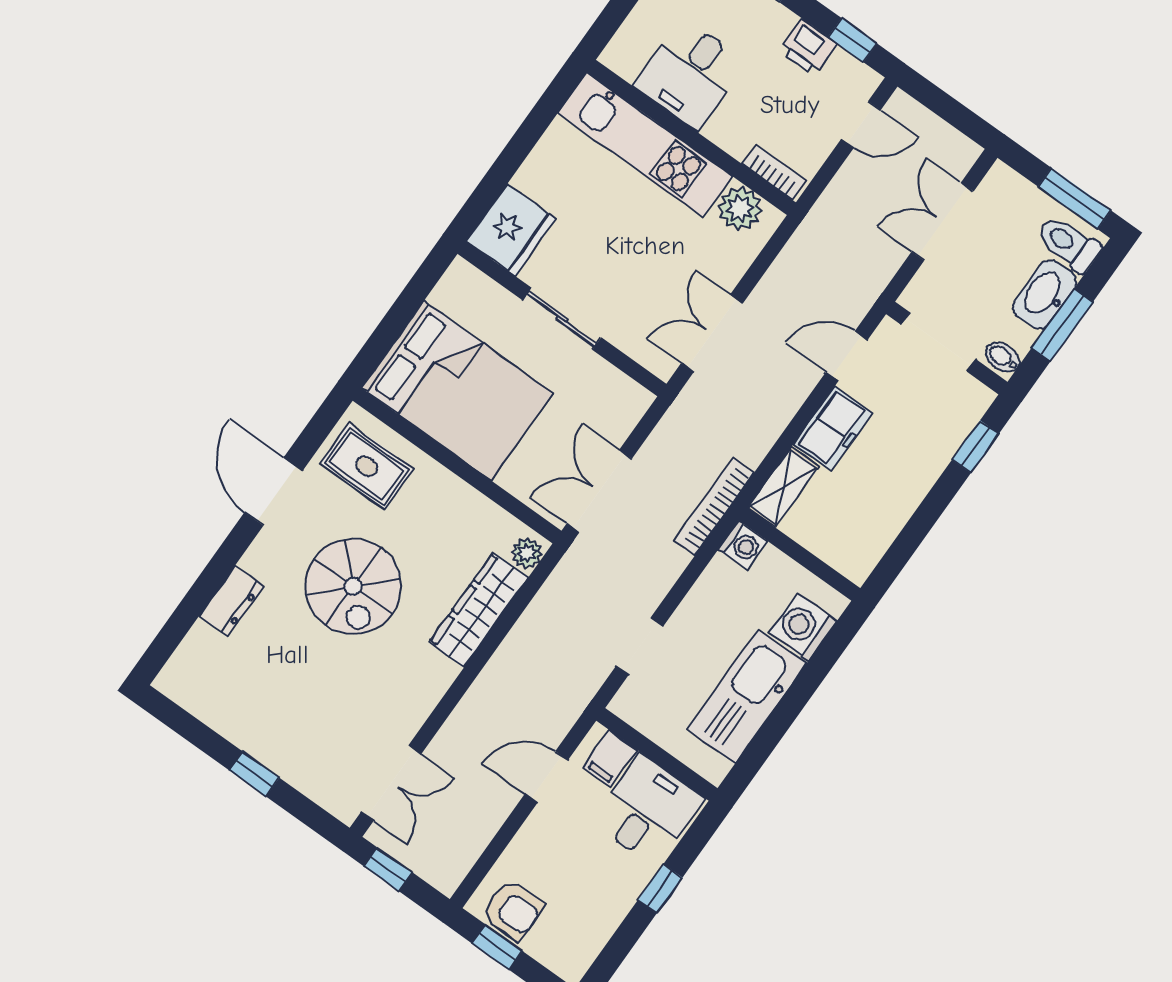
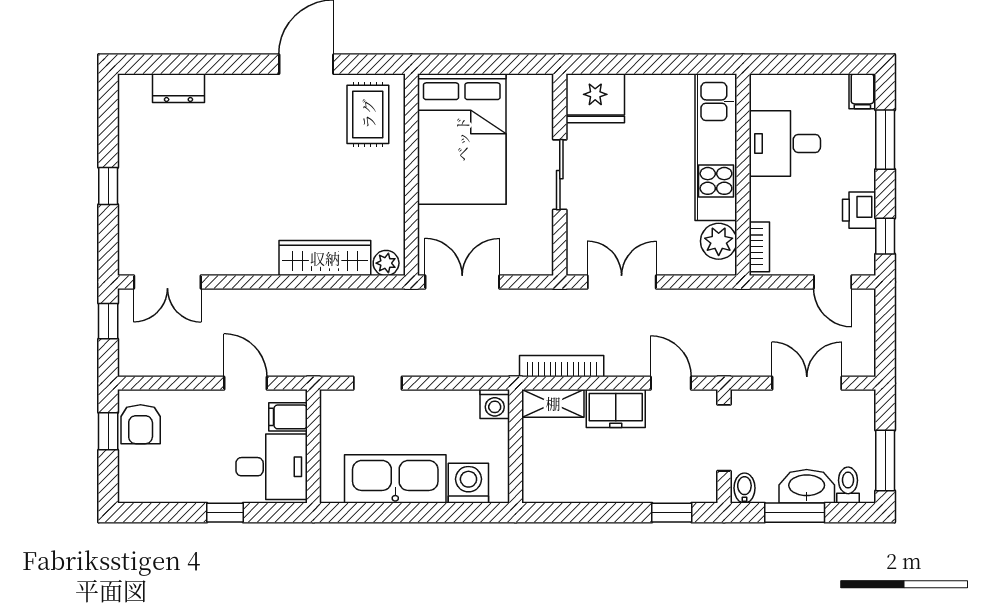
toilet: (1069, 244) -> (848, 485), width x0.73, depth x0.72
bookcase: (714, 506) -> (562, 366), moved
spiral stairs: (353, 586) -> (281, 163), removed
dresser: (231, 601) -> (178, 88), moved

